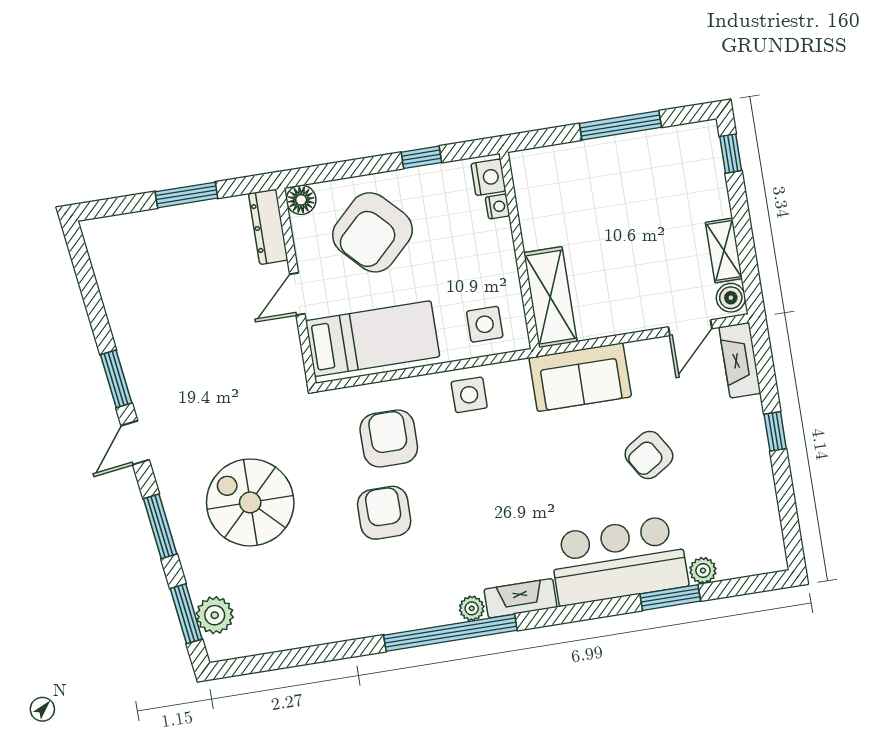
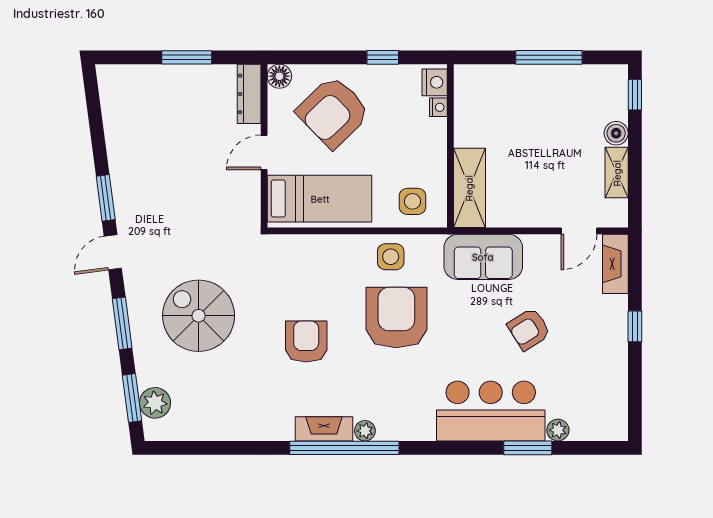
boiler: (731, 298) -> (616, 133), moved
armchair: (389, 438) -> (396, 317), moved, width x1.36, depth x1.36
fireplace: (520, 598) -> (324, 429), moved

